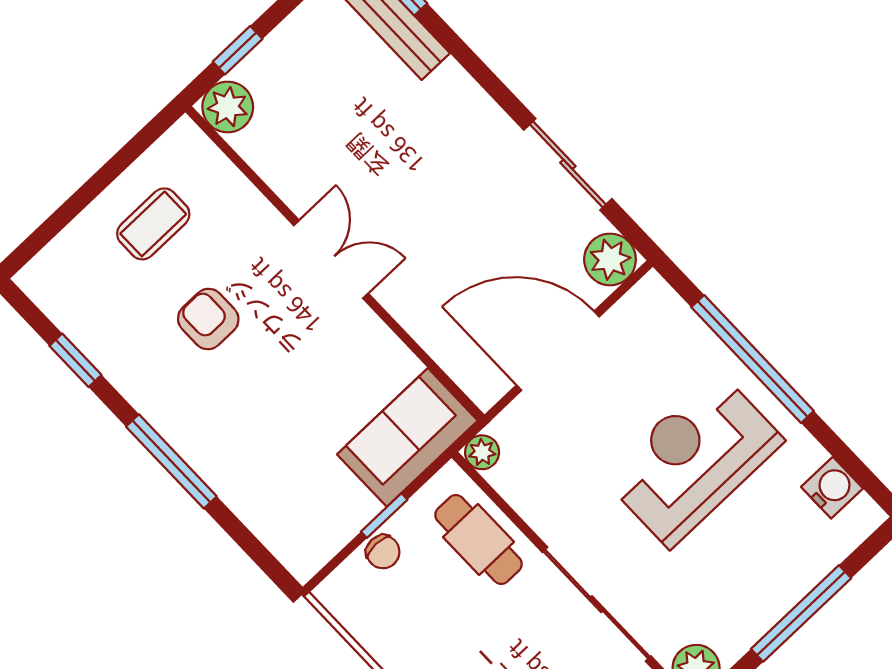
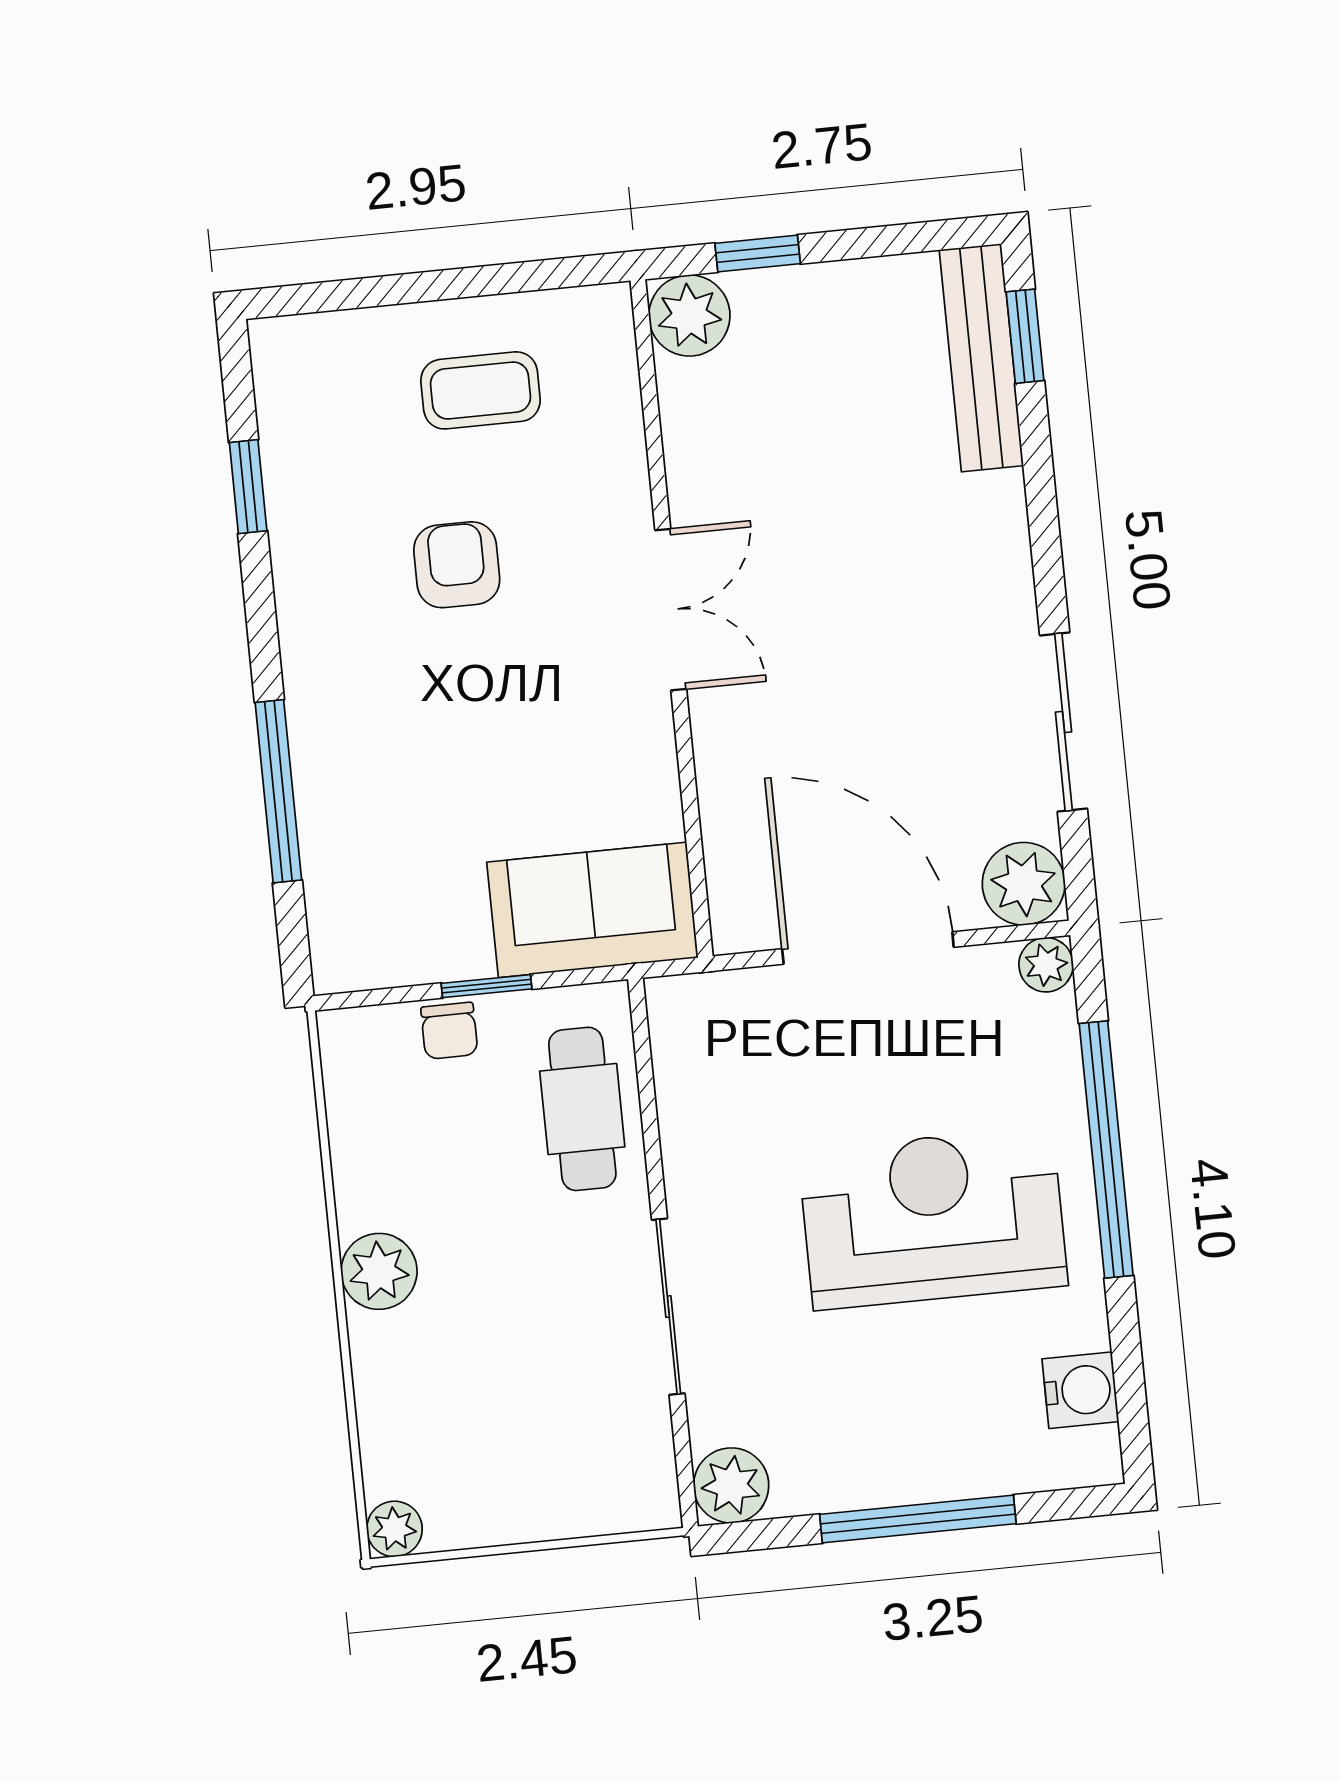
plant: (482, 452) -> (1046, 965), moved
window: (171, 461) -> (278, 791), moved
sliding door: (597, 604) -> (668, 1307), width x0.73

